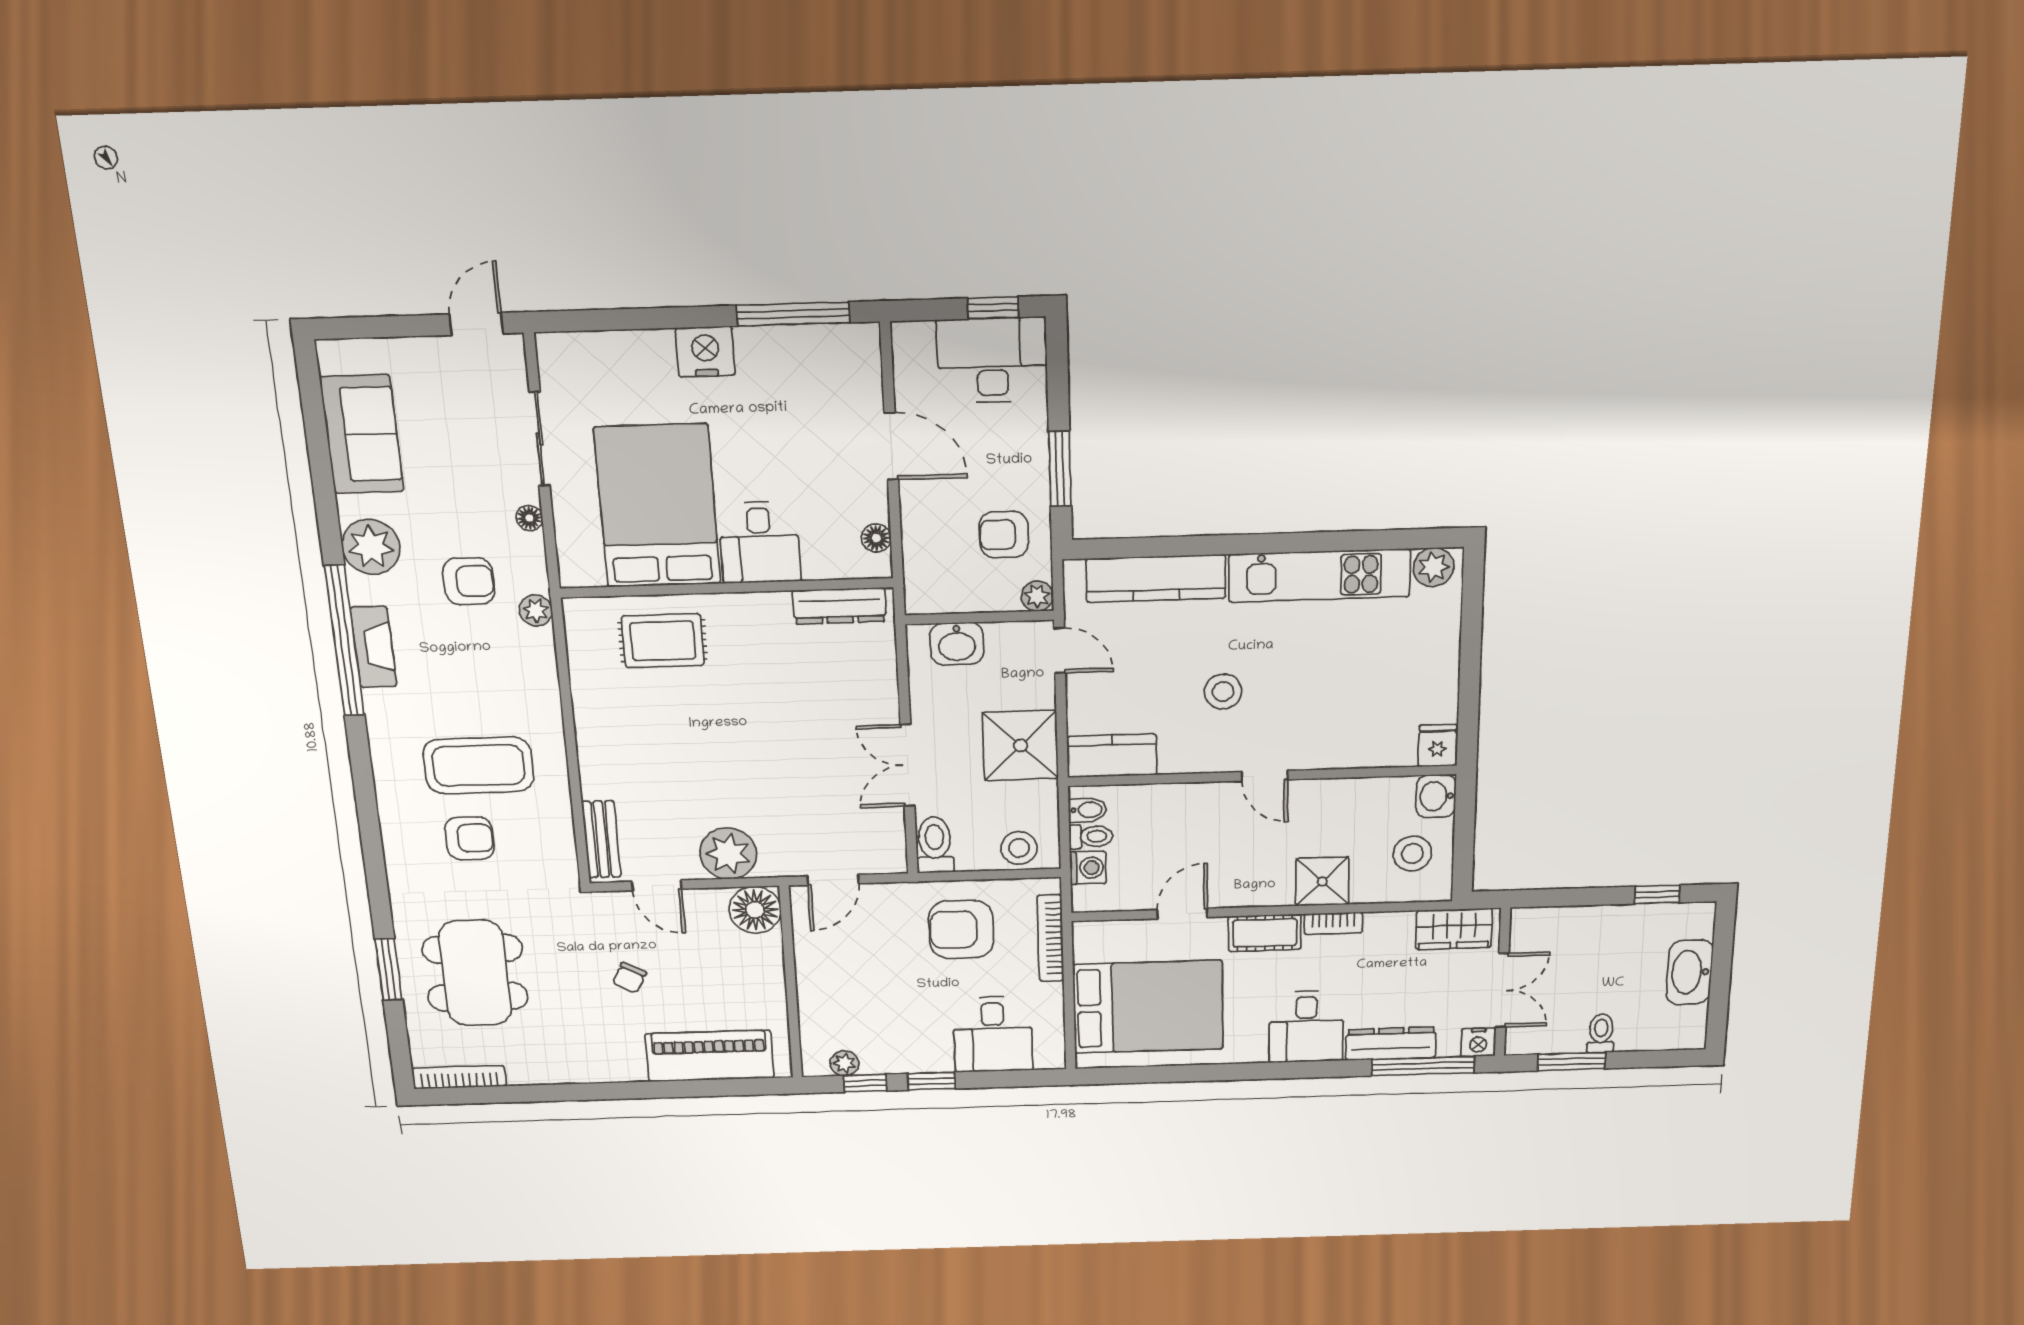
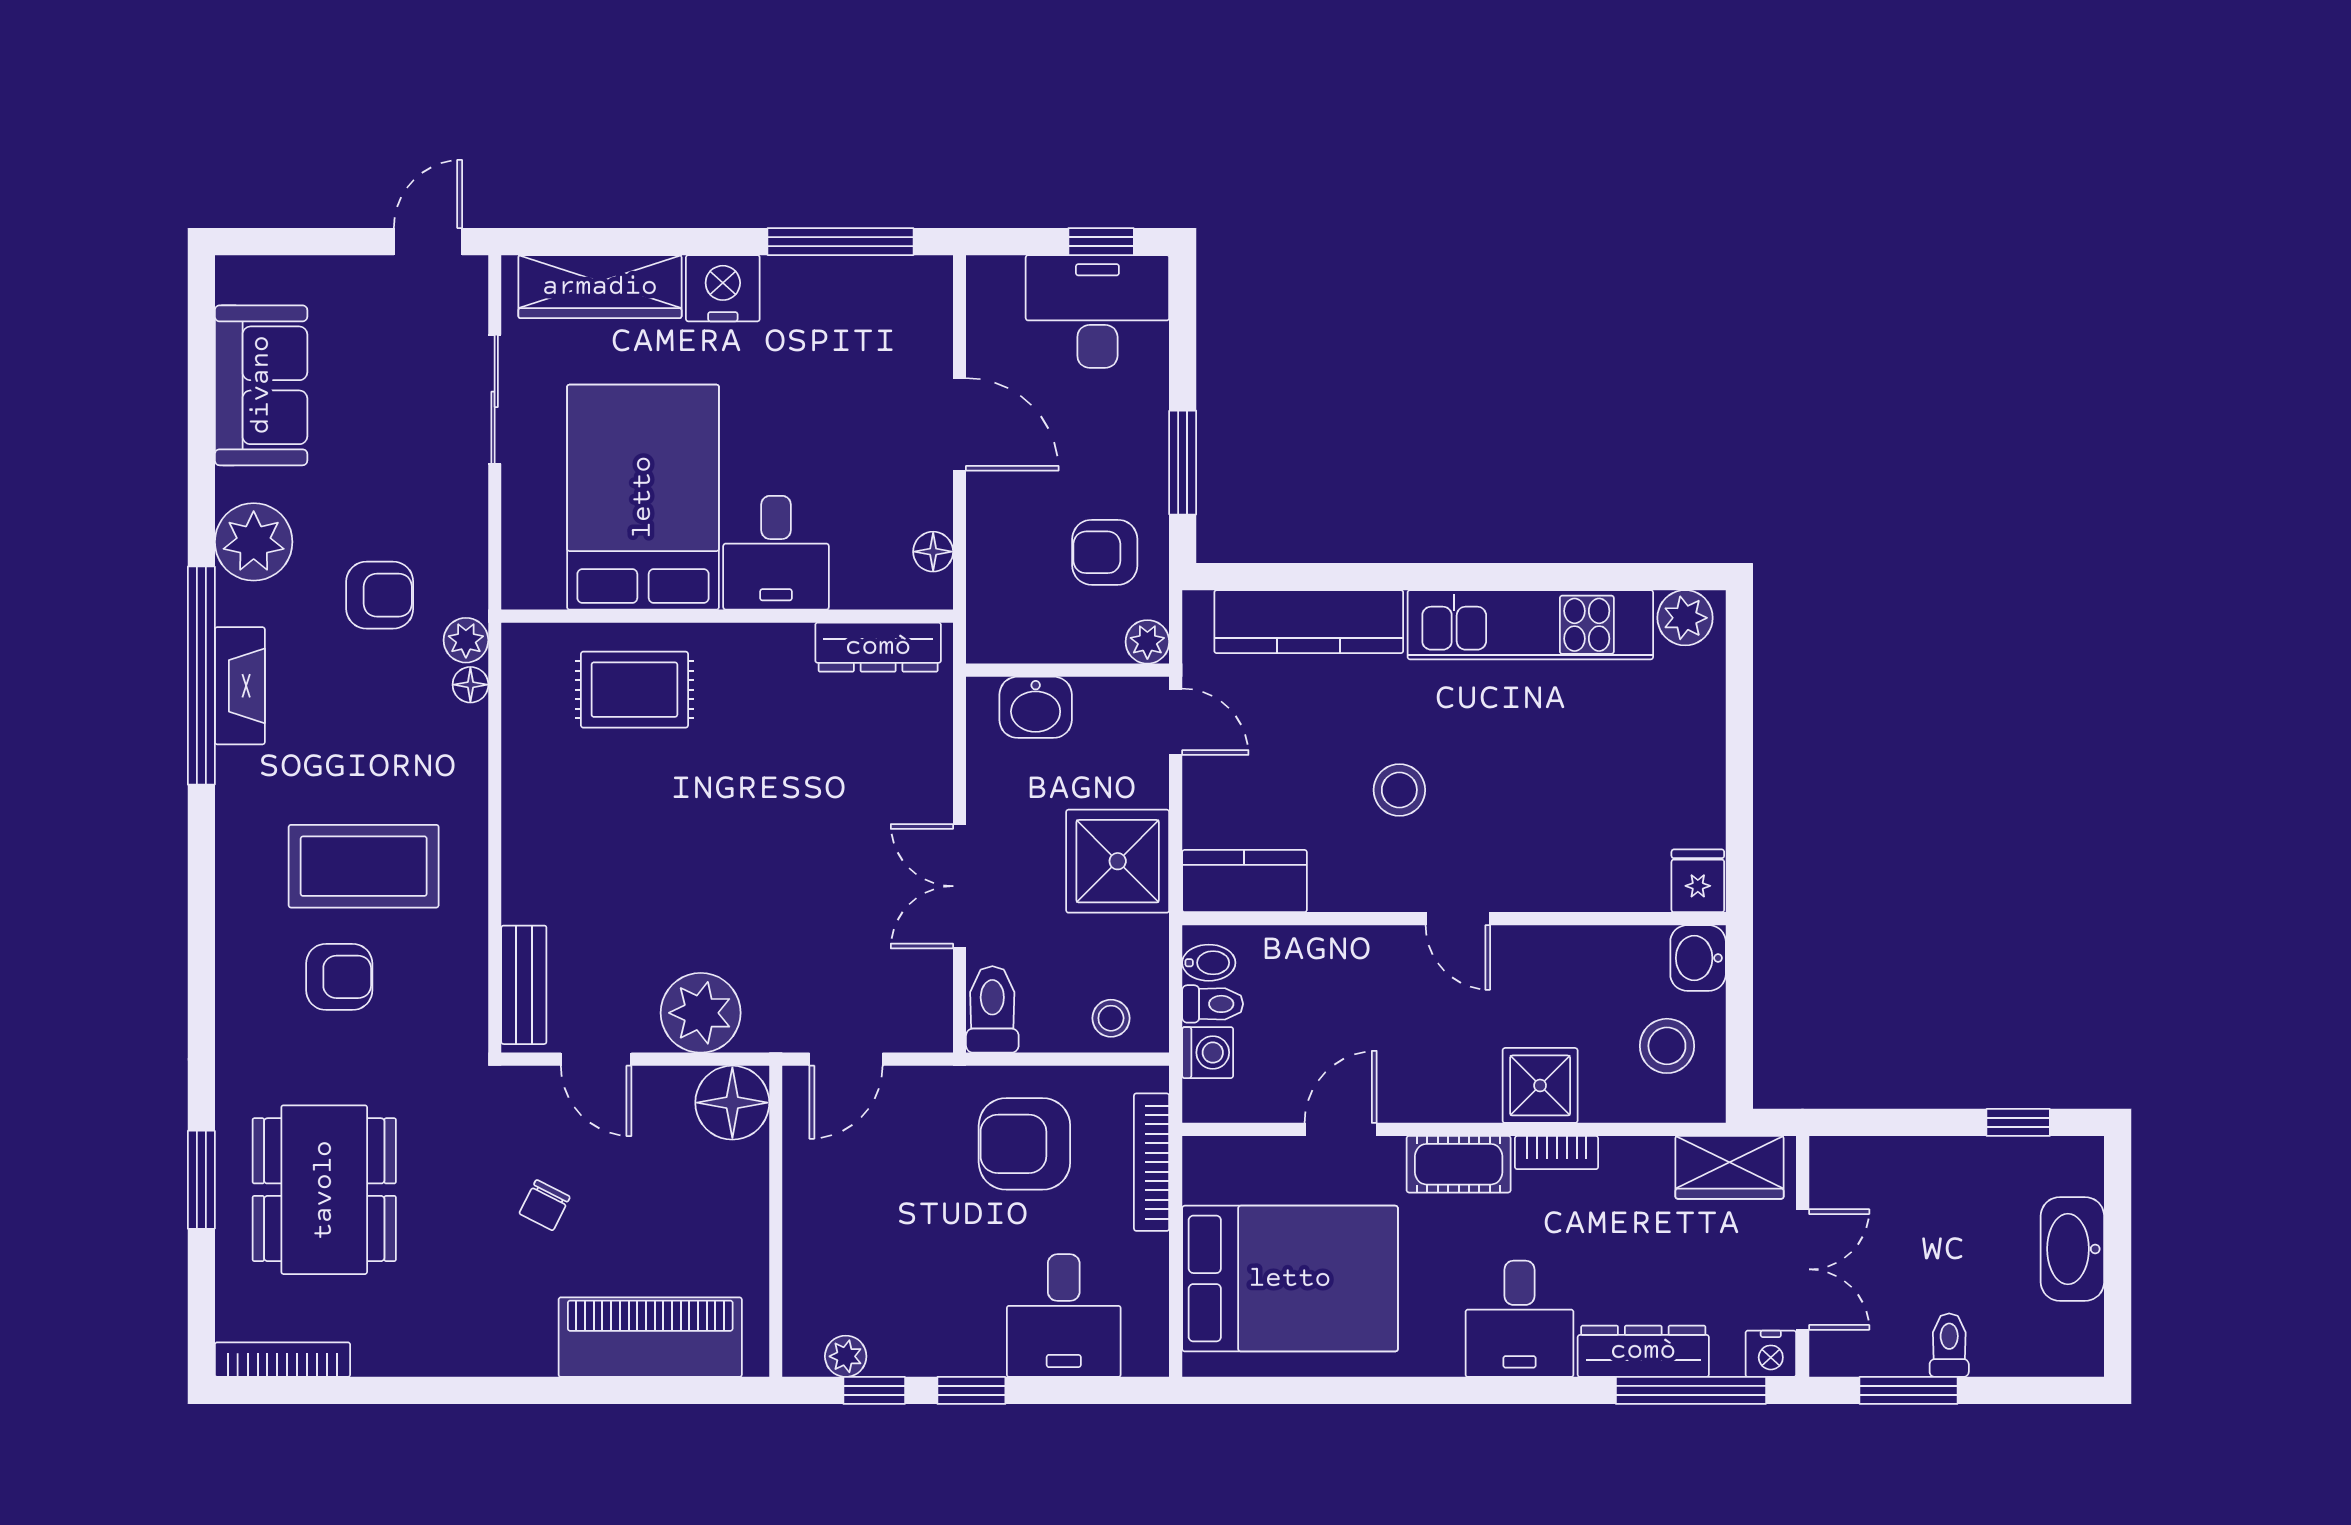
wardrobe: (611, 354) -> (600, 287), added
floor lamp: (529, 518) -> (470, 685), moved
stool: (1019, 848) -> (1111, 1018), width x0.73, depth x0.73

